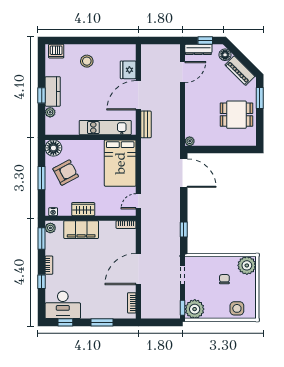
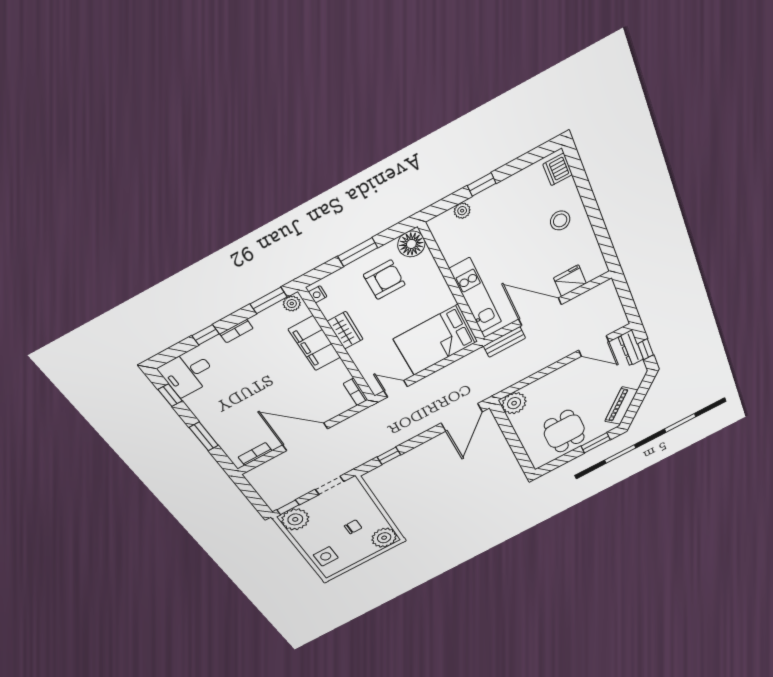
floor lamp: (225, 55) -> (635, 380), removed
kitchen counter: (53, 91) -> (495, 197), removed
plant: (190, 141) -> (514, 403), width x1.88, depth x1.88
armchair: (66, 173) -> (384, 280), turned -62
desk: (63, 305) -> (188, 373), width x0.73

